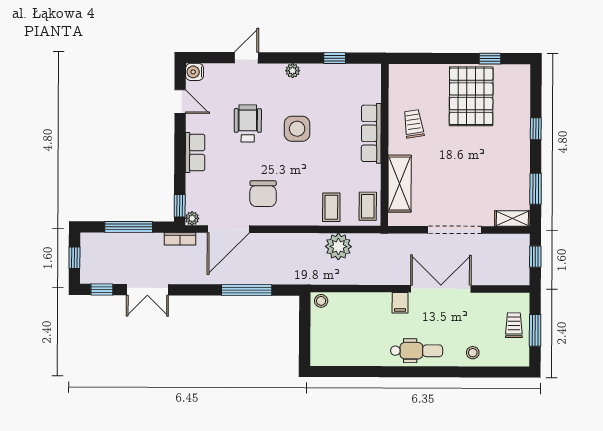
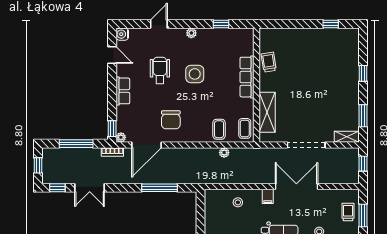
pallet: (471, 96) -> (317, 51), removed
trolley: (414, 124) -> (269, 62), moved
plant: (338, 246) -> (224, 153), width x0.53, depth x0.53
stool: (321, 301) -> (238, 202), moved

